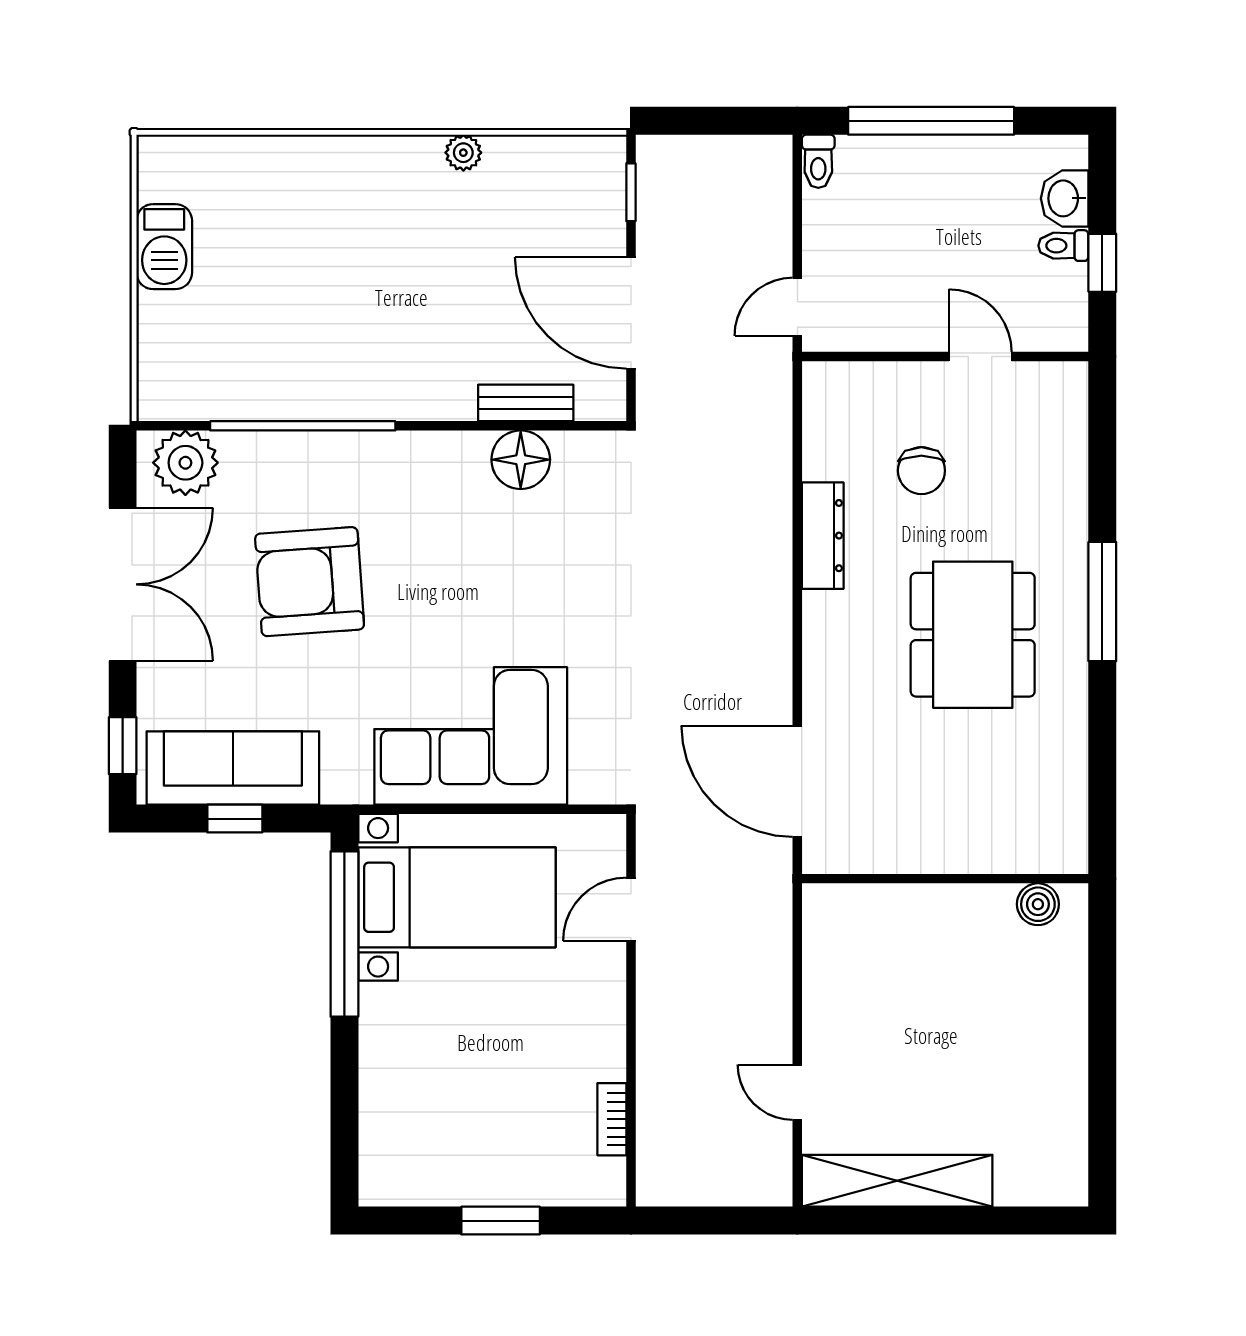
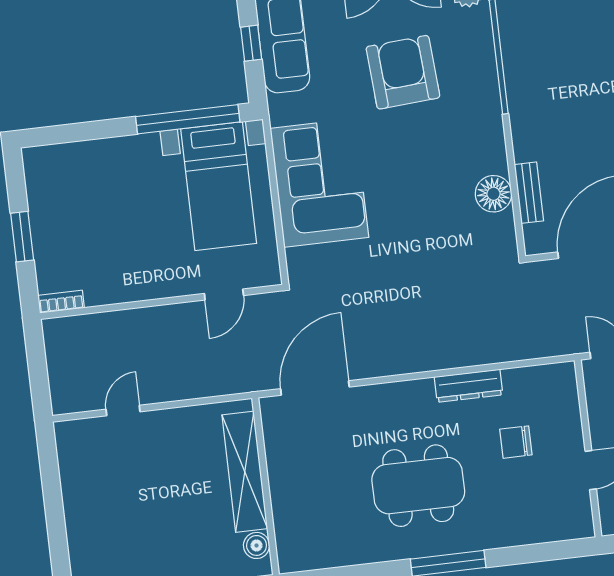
door: (631, 909) -> (224, 294), swing flipped
bookcase: (612, 1119) -> (61, 302), moved
shelving: (897, 1181) -> (245, 472), moved

